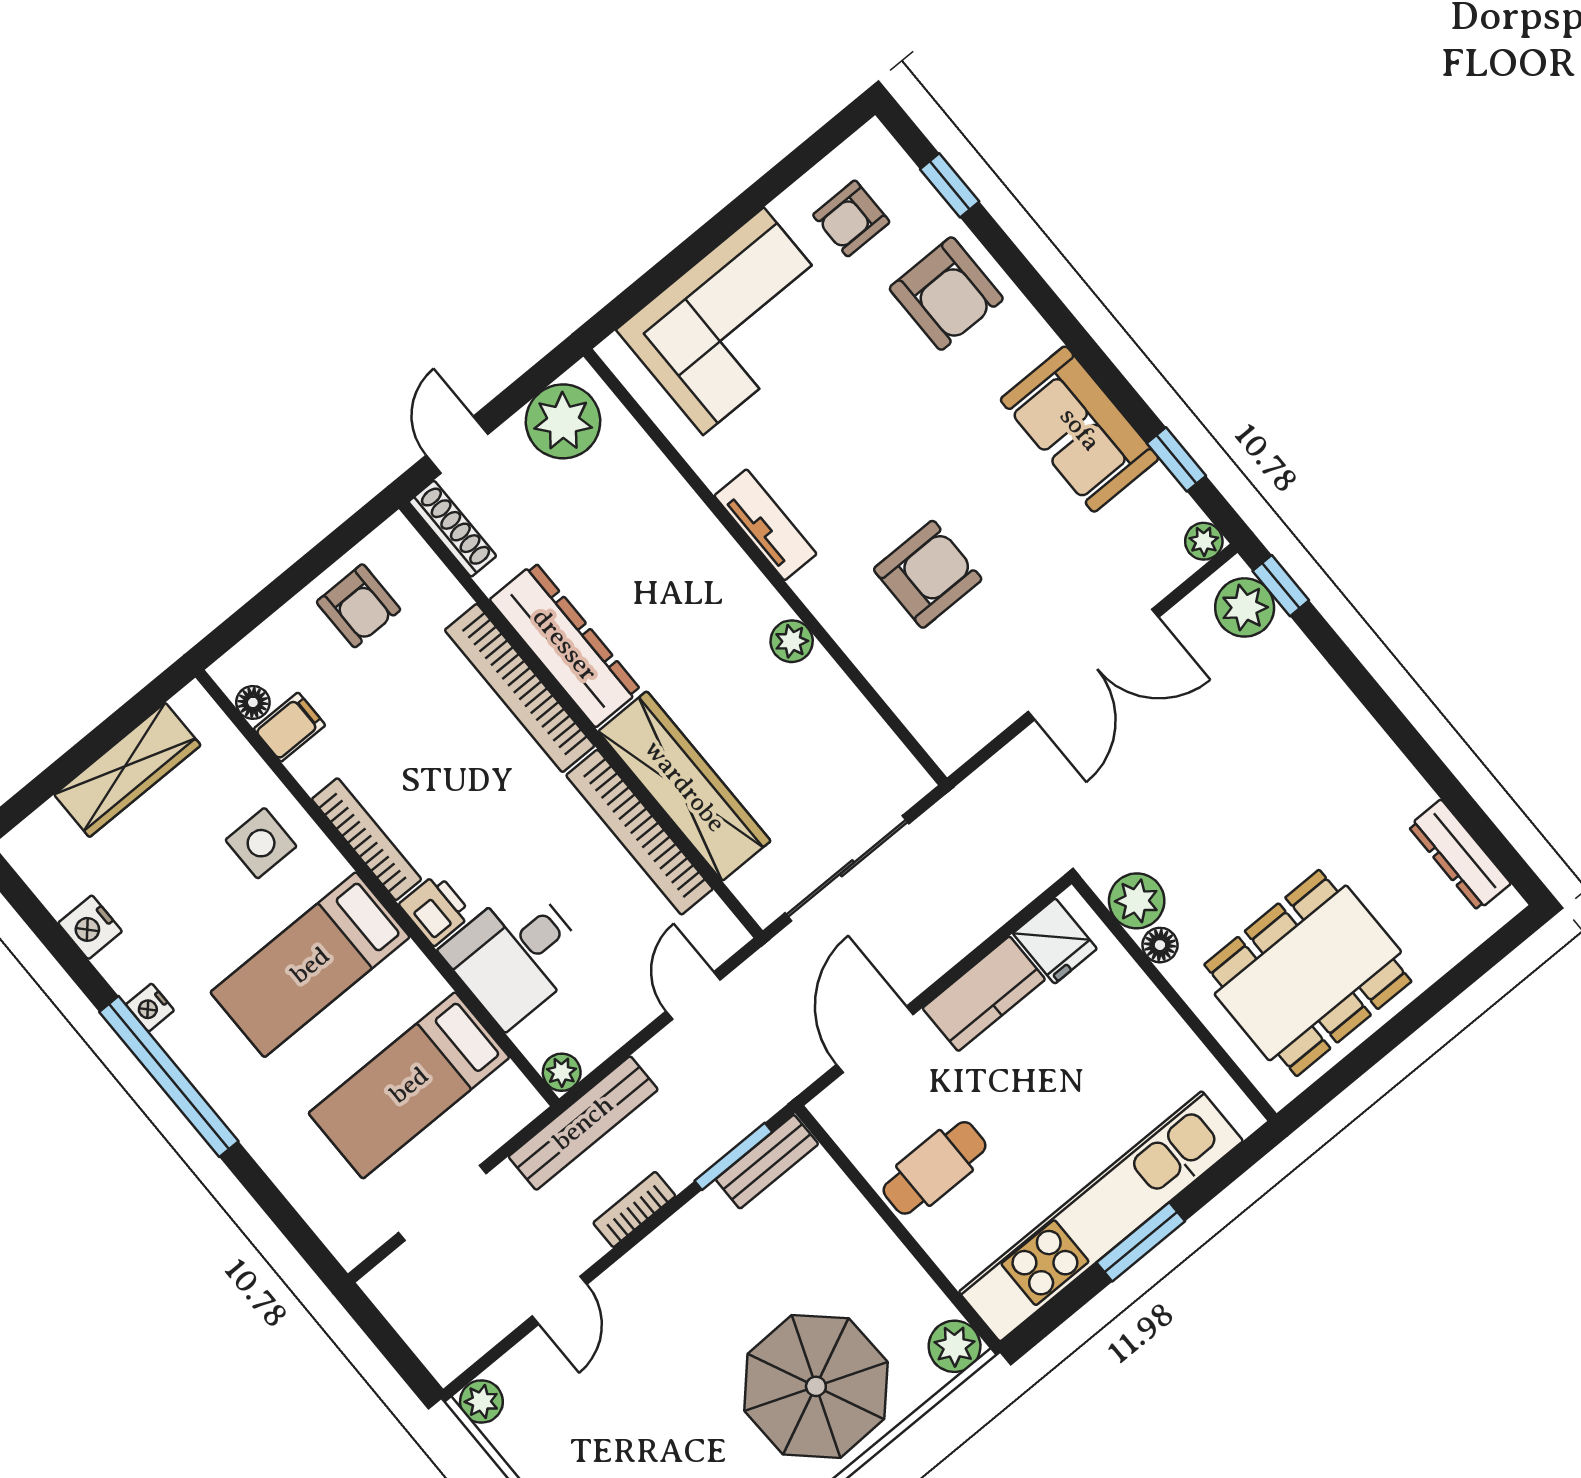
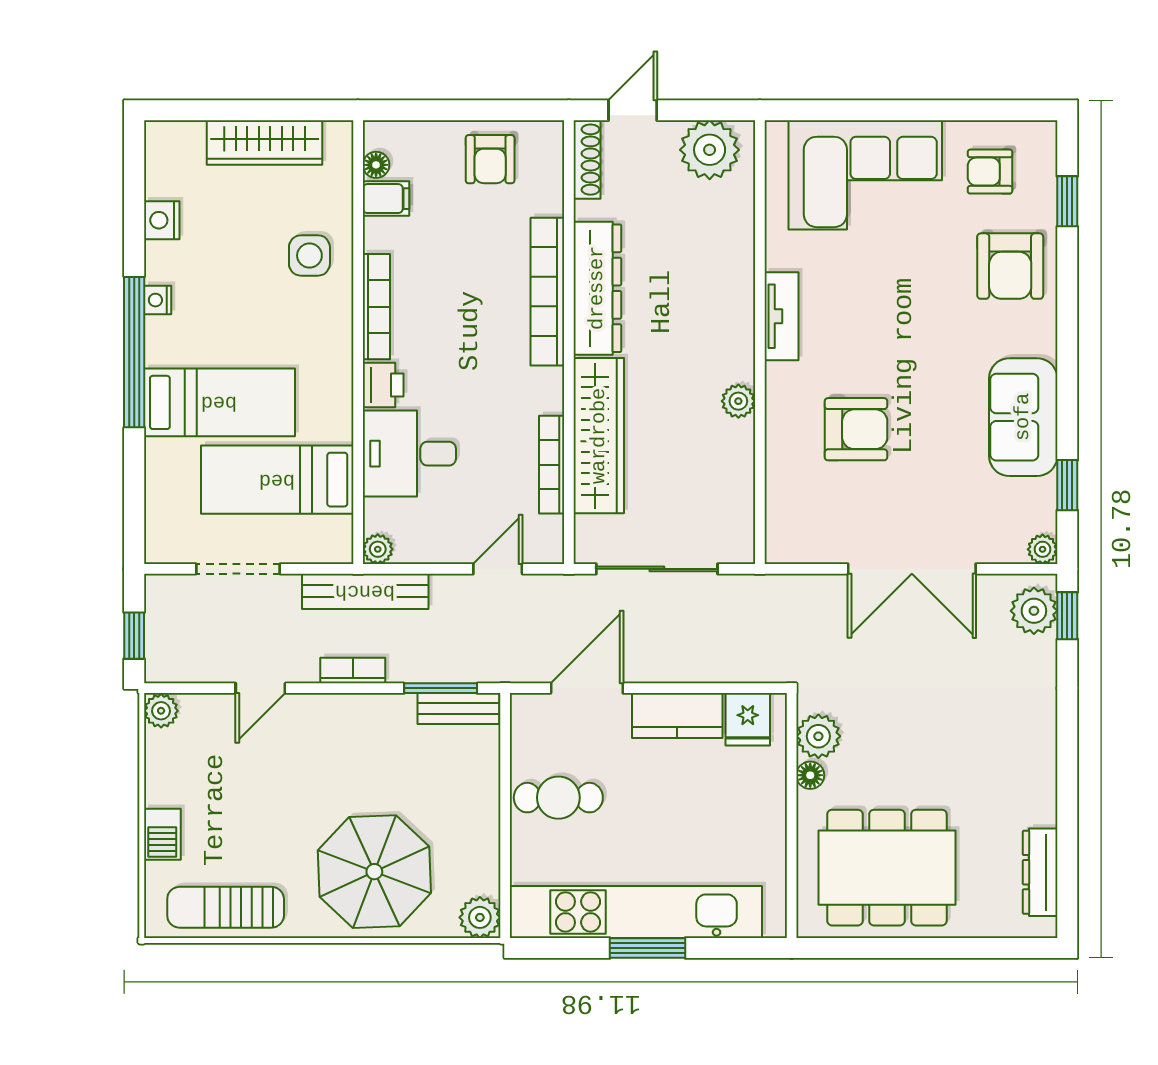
bookcase: (639, 832) -> (552, 465), width x0.68, depth x0.76
bed: (310, 965) -> (219, 402), moved, turned 180
window: (395, 1350) -> (134, 636), added

